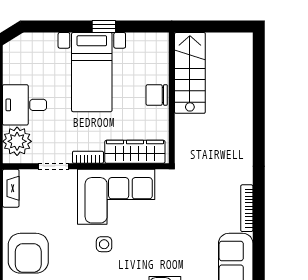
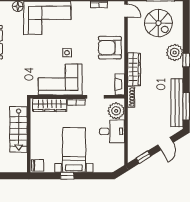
stairs: (190, 73) -> (18, 129), moved
chair: (157, 95) -> (38, 165), moved
armchair: (28, 253) -> (110, 48), turned -90

